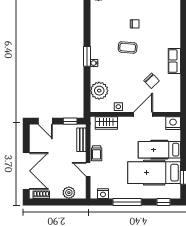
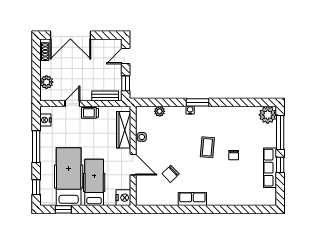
plant: (99, 91) -> (160, 111), width x0.53, depth x0.53
wardrobe: (106, 123) -> (124, 130), width x1.50

